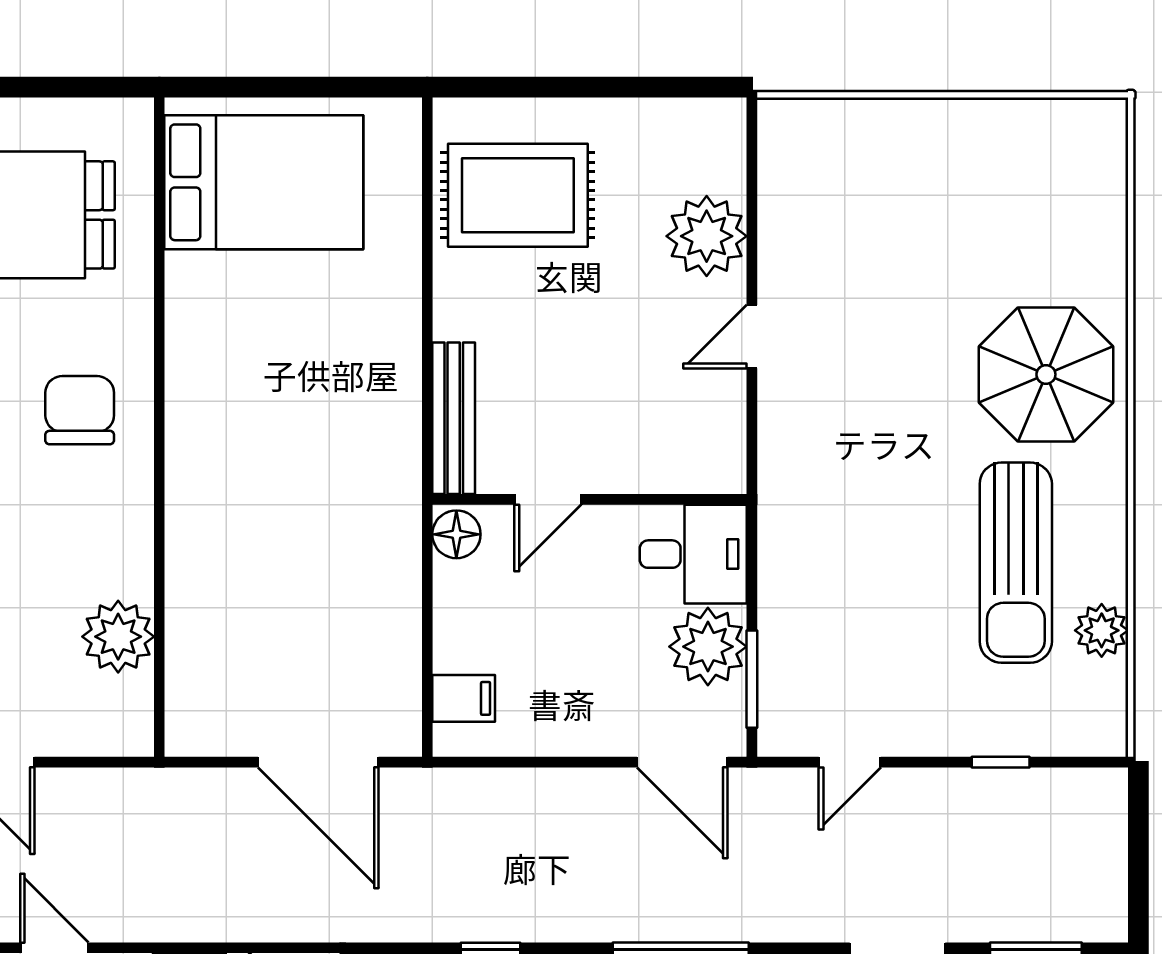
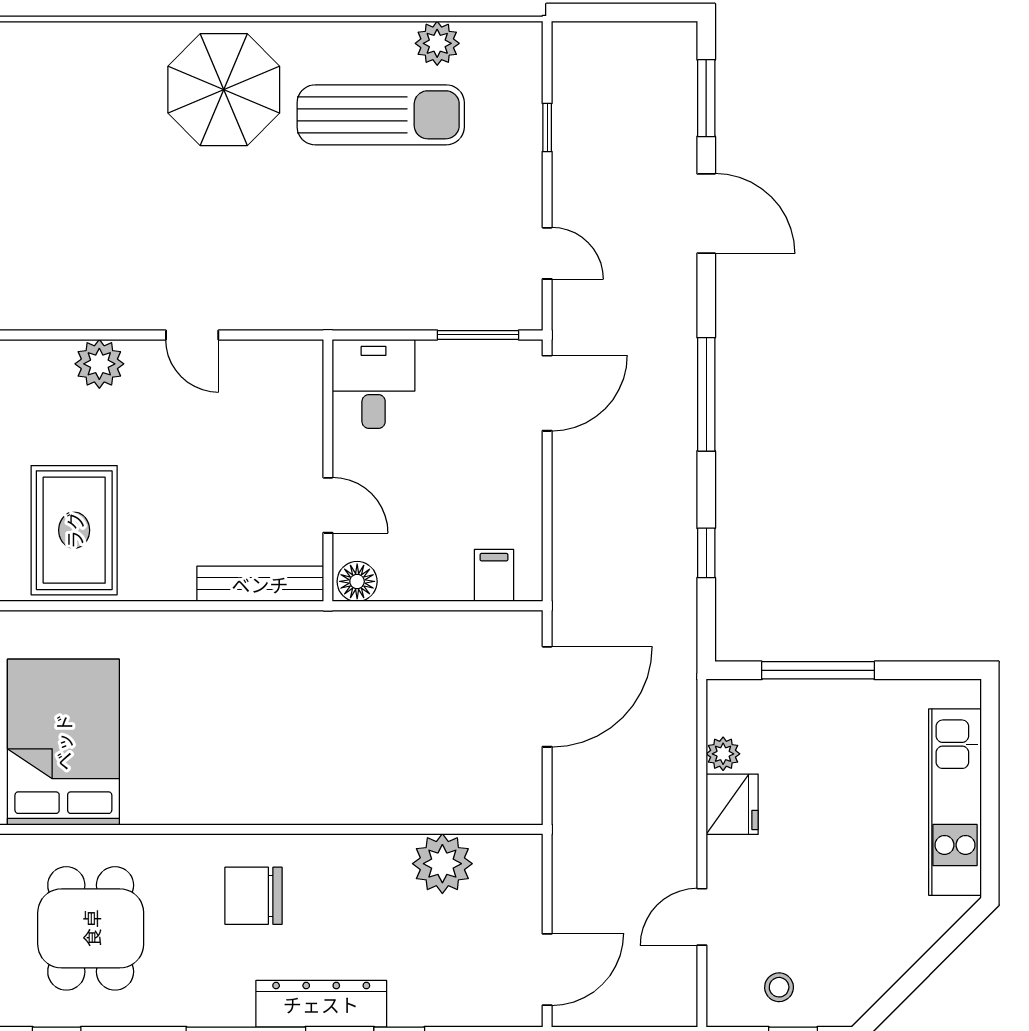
plant: (707, 236) -> (99, 364), width x0.73, depth x0.73
plant: (708, 647) -> (451, 372), removed

